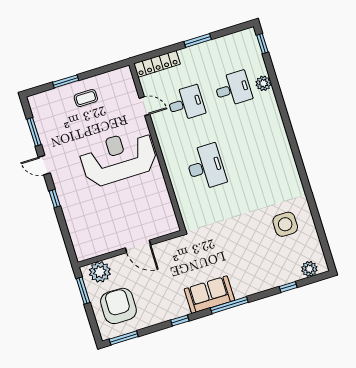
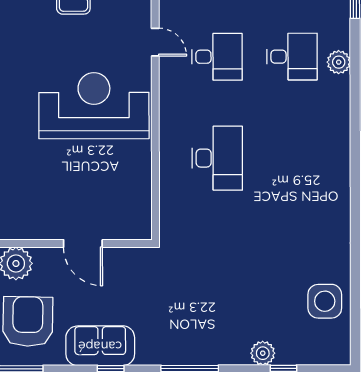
side table: (285, 224) -> (325, 301), moved
plant: (309, 269) -> (263, 353), moved
sofa: (209, 295) -> (100, 346), moved

